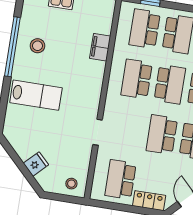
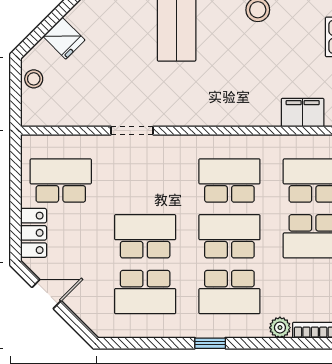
filing cabinet: (100, 47) -> (303, 113), moved
school desk: (170, 84) -> (229, 236), turned 180
stool: (71, 184) -> (34, 79), moved

